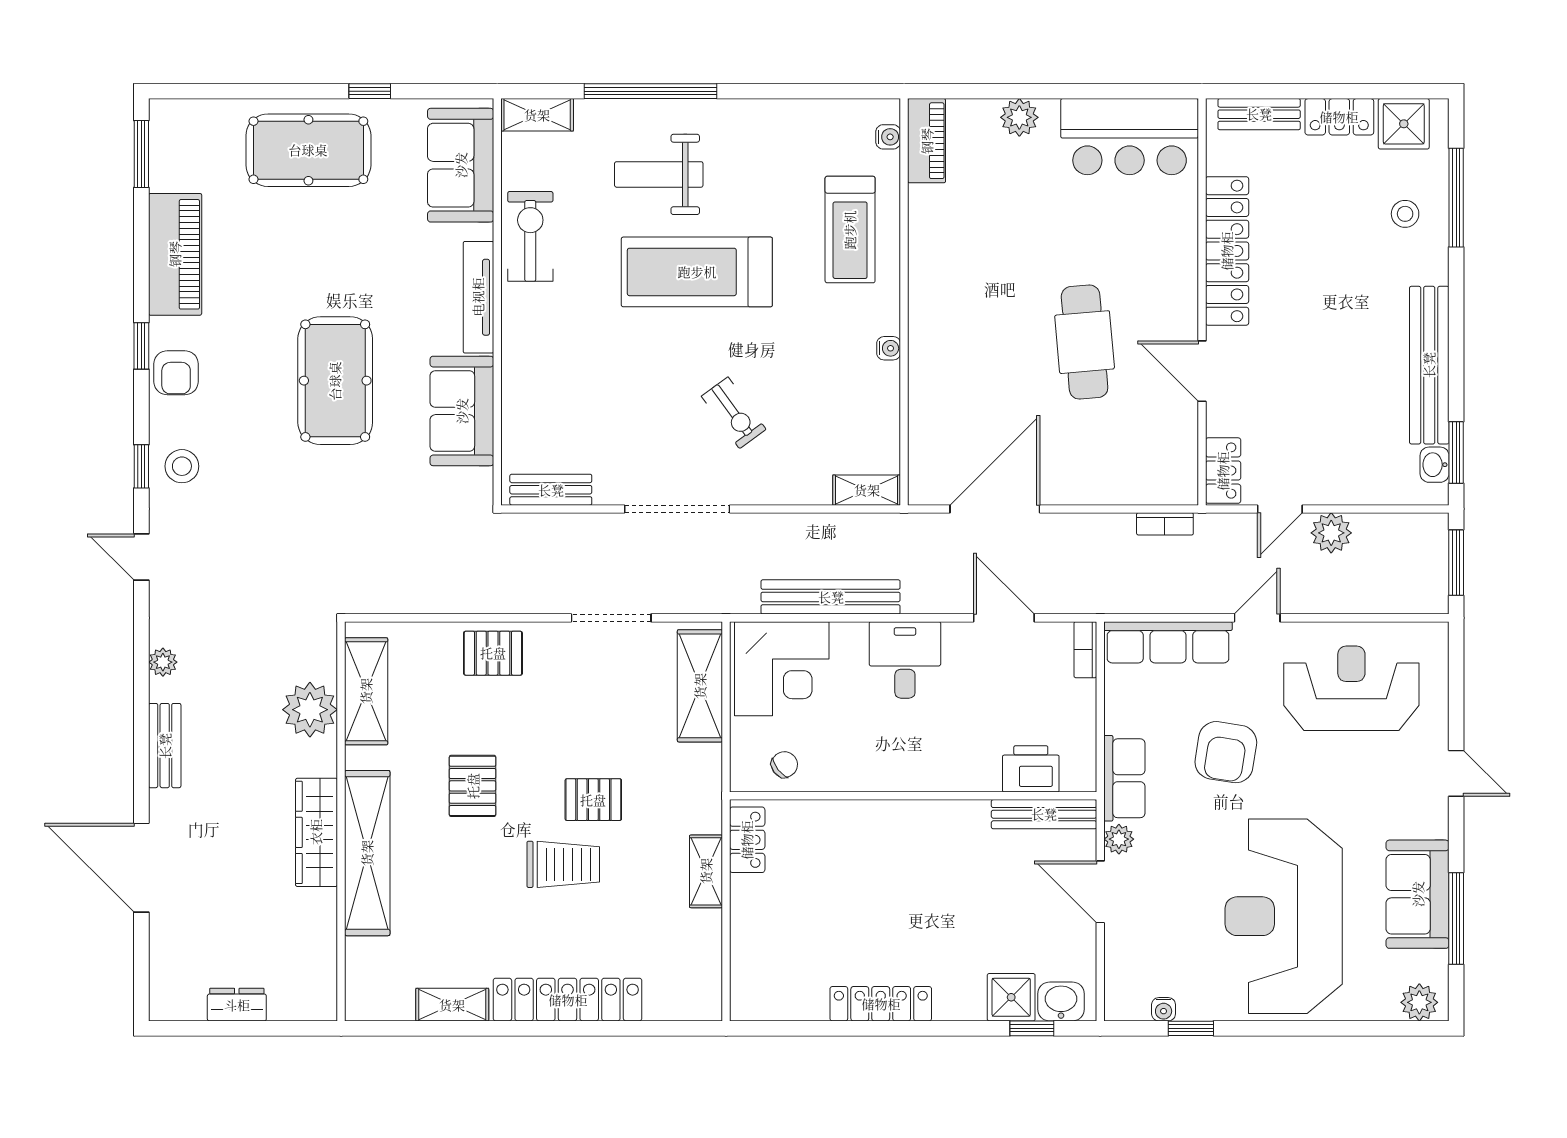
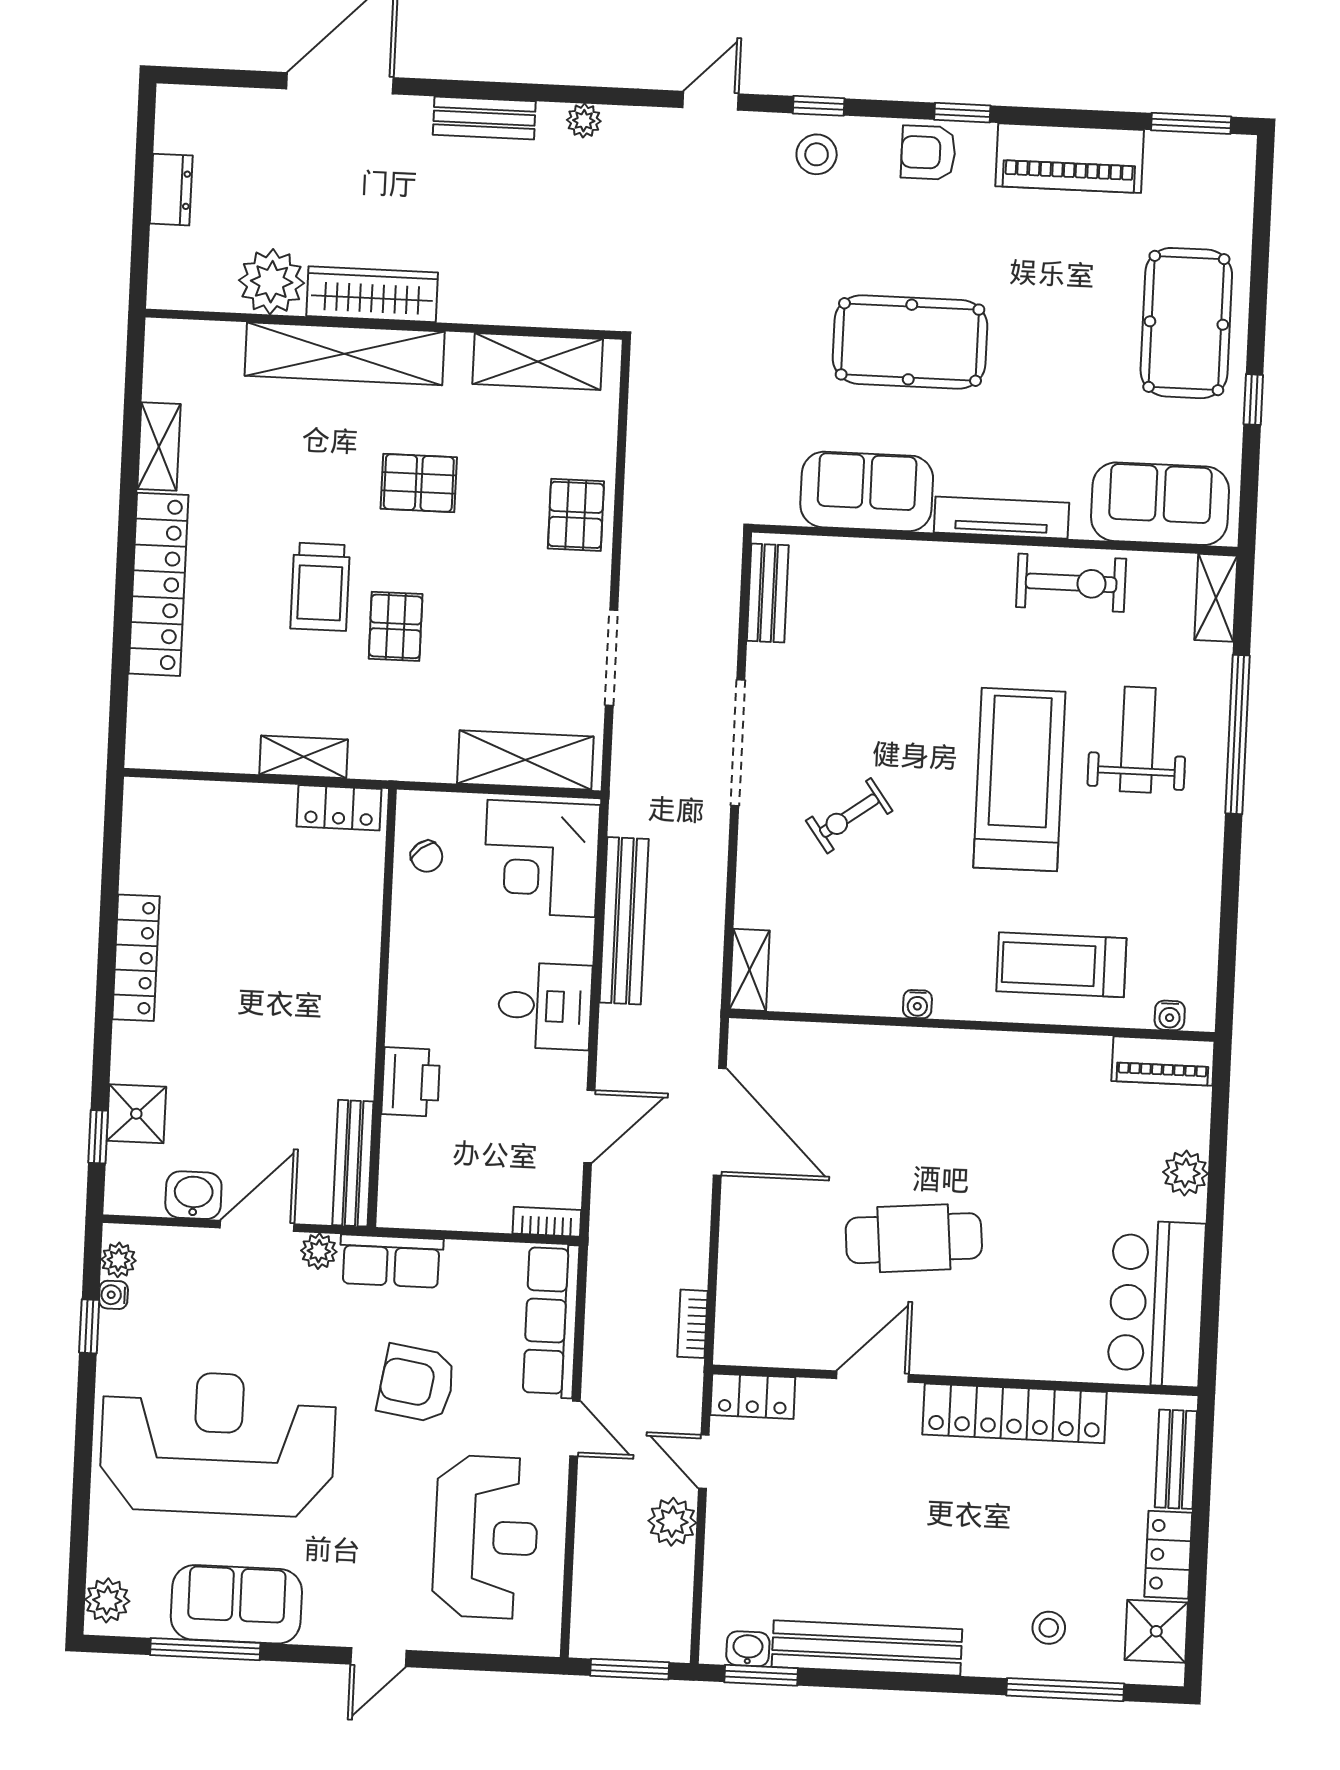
plant: (310, 710) -> (272, 282), moved
printer: (1031, 769) -> (411, 1082), moved
washbasin: (1061, 1001) -> (193, 1195), moved, turned -90
plant: (1134, 1006) -> (119, 1260), added

